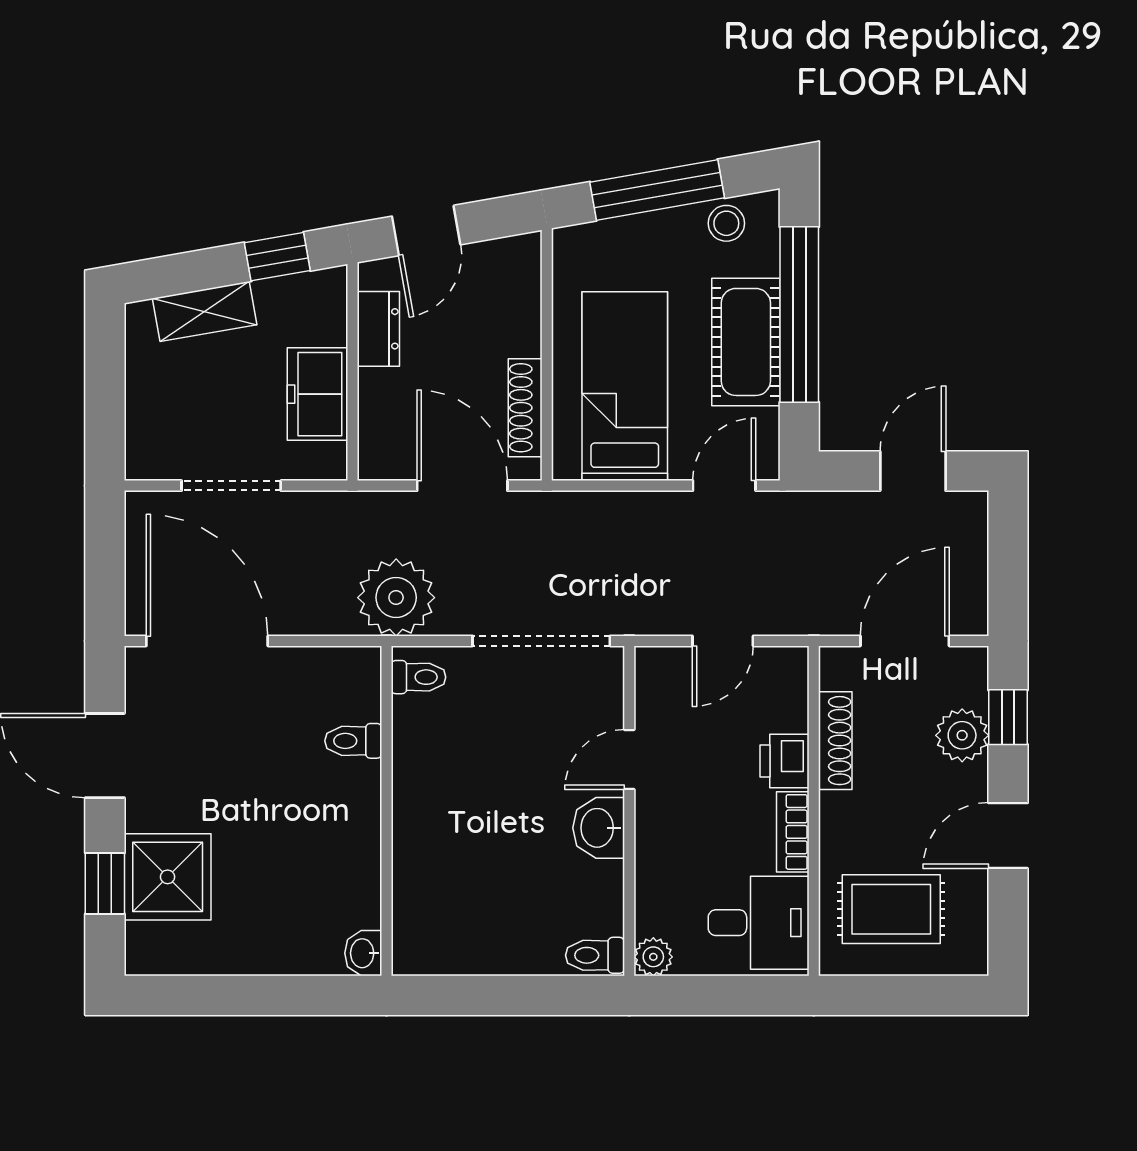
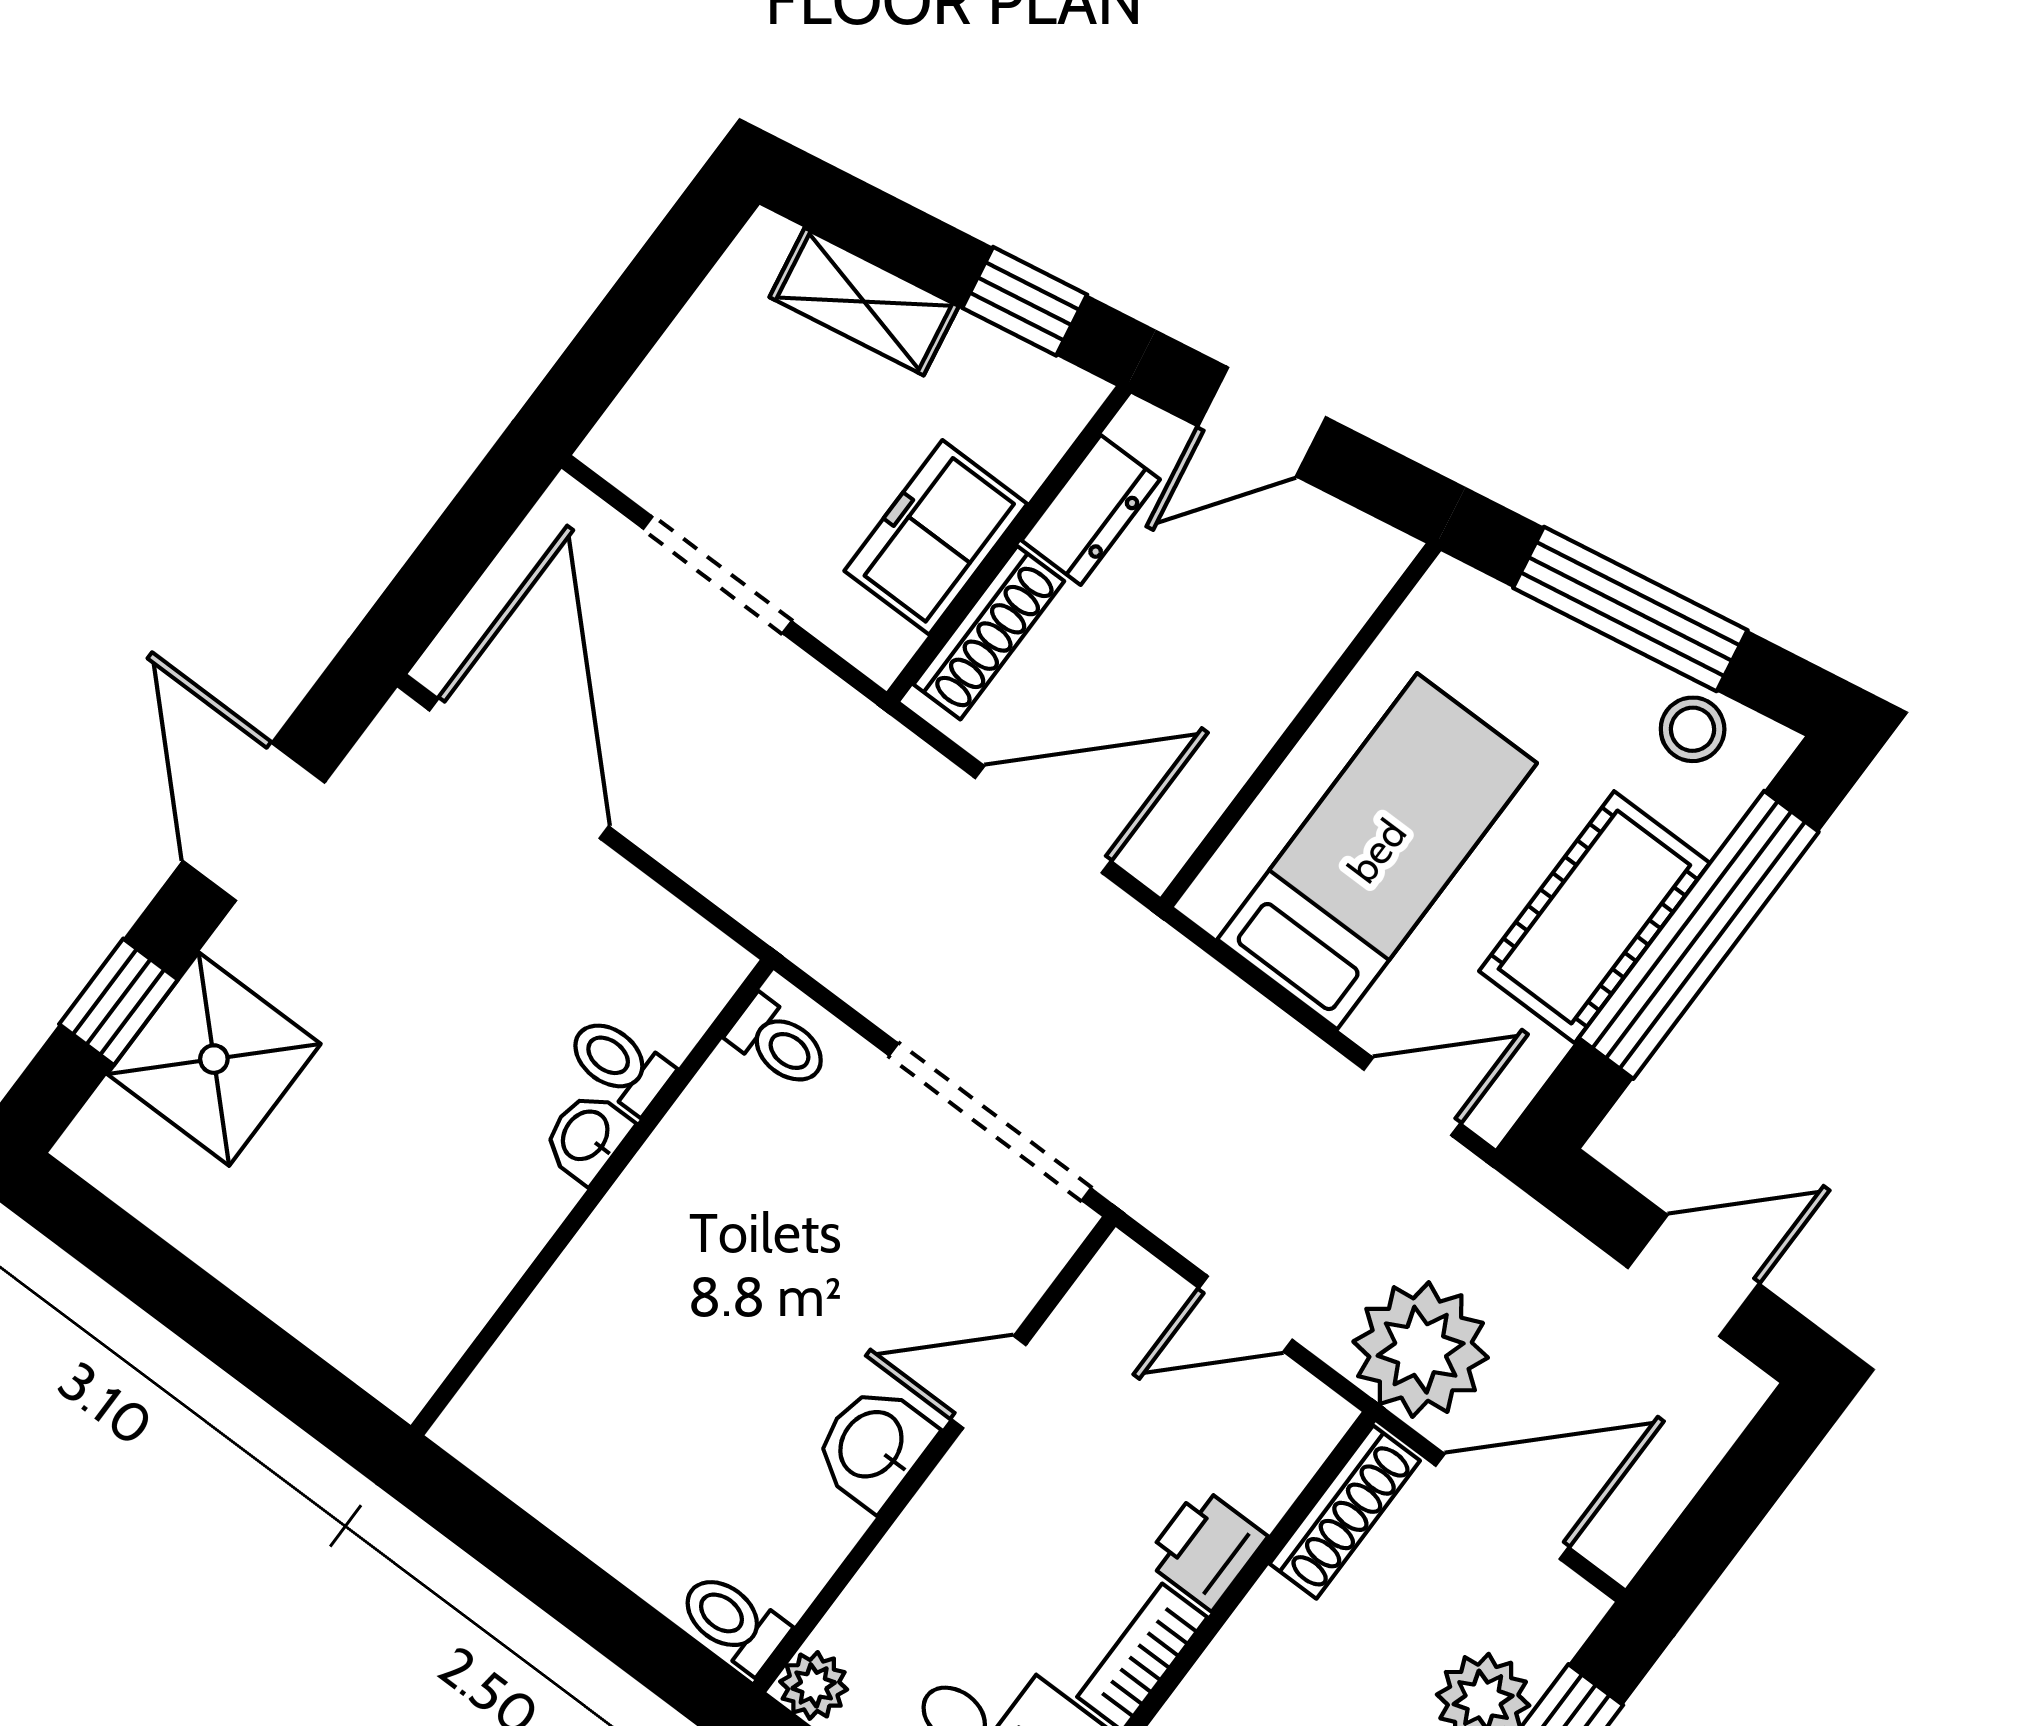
shoe rack: (525, 408) -> (989, 633), moved, turned 180
door: (462, 486) -> (1043, 819), hinge flipped
plant: (396, 598) -> (1421, 1350), moved
shoe rack: (835, 741) -> (1345, 1512), moved
washbasin: (363, 953) -> (587, 1136), moved

